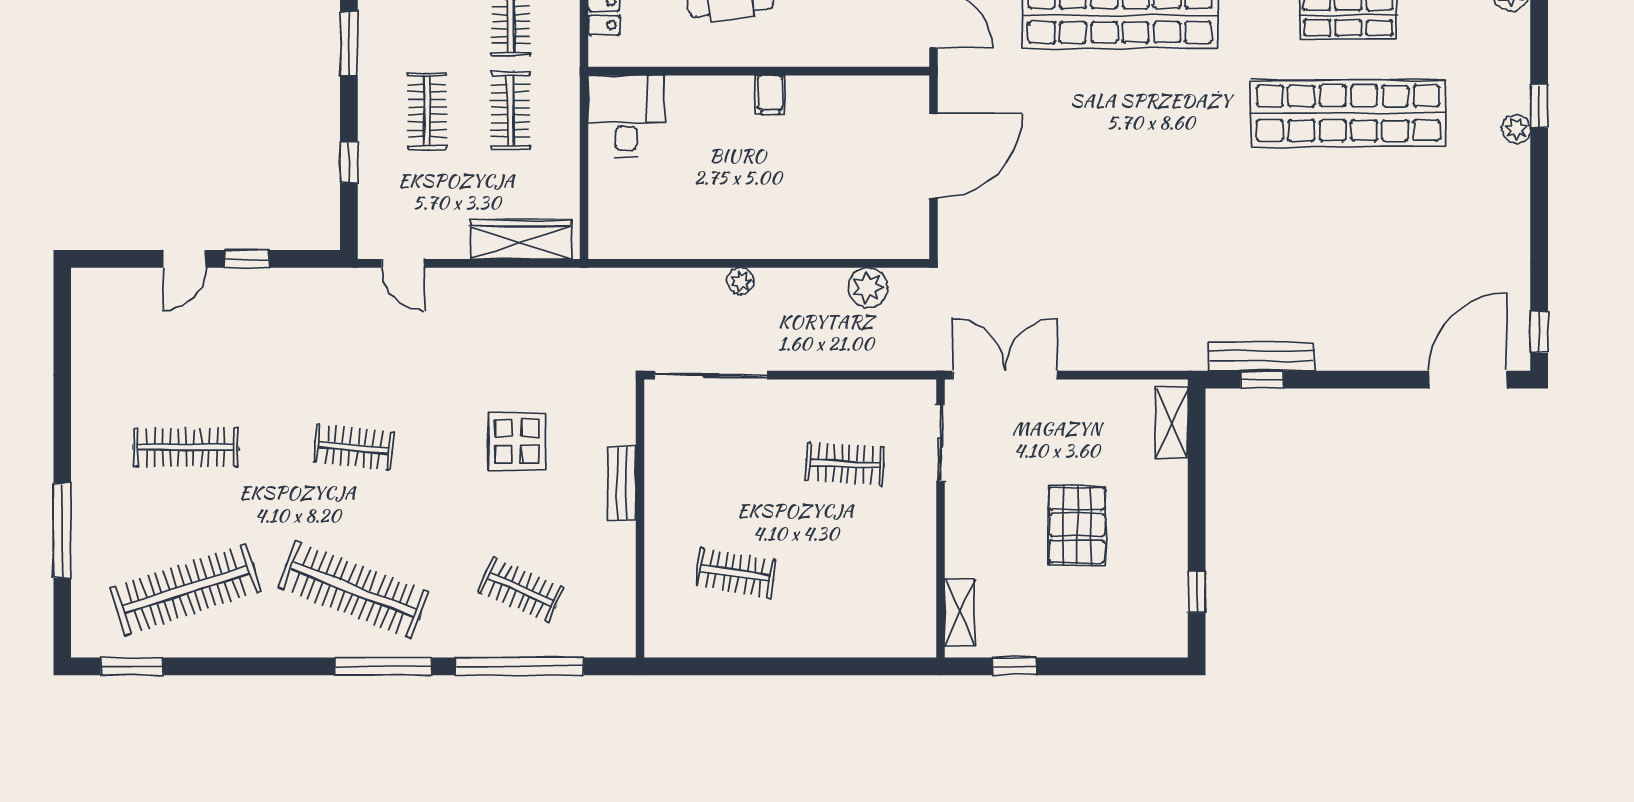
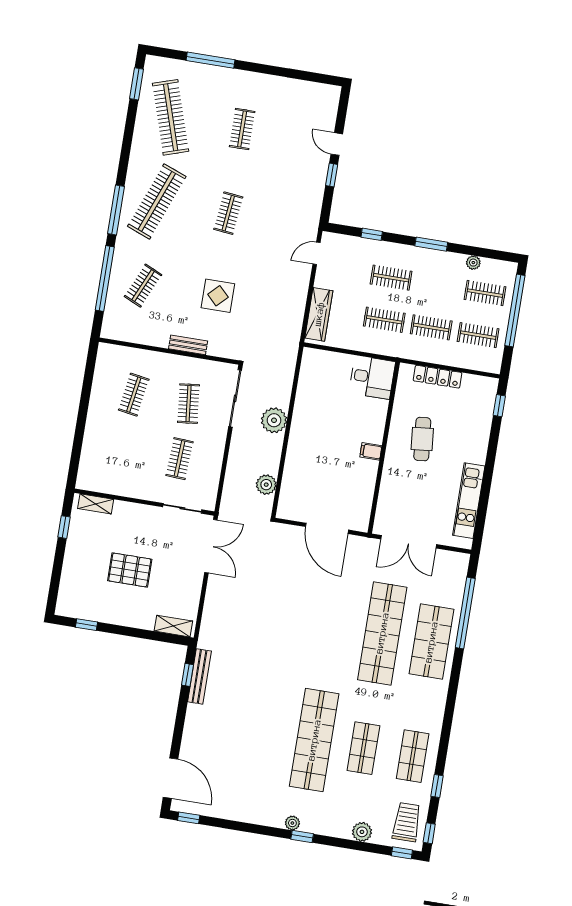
plant: (741, 281) -> (274, 420), width x1.88, depth x1.88
clothes rail: (186, 447) -> (242, 129), width x0.73
clothes rail: (735, 464) -> (189, 404), added

